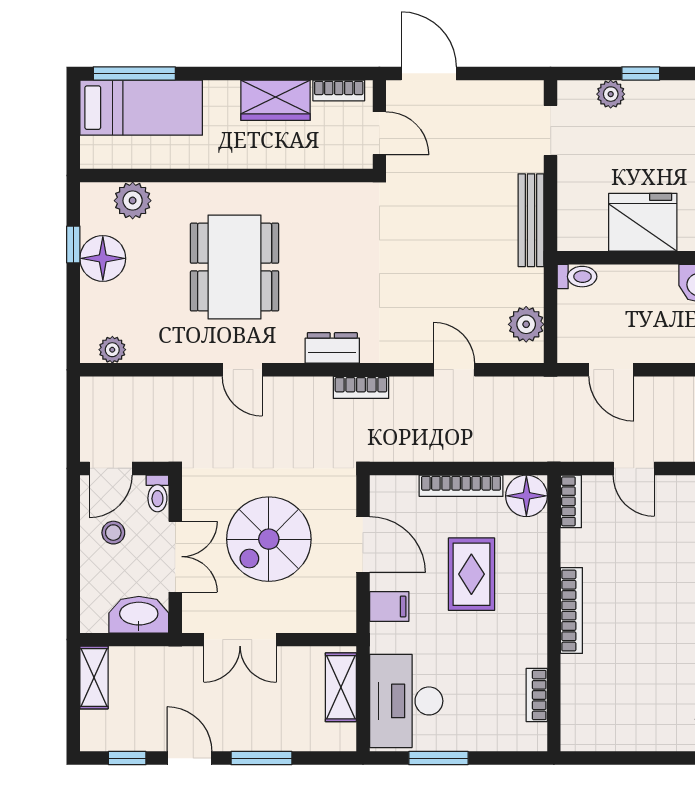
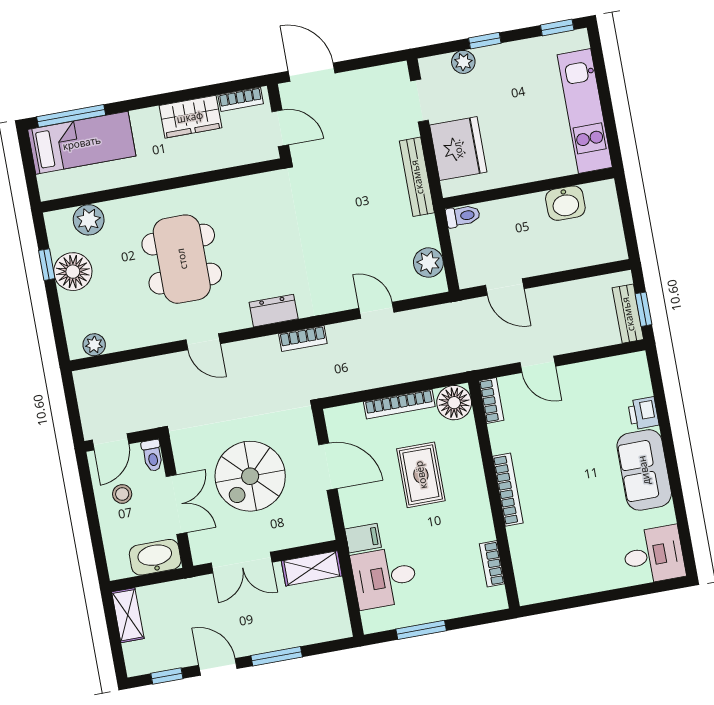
fridge: (643, 222) -> (458, 149), moved, turned 90
filing cabinet: (389, 606) -> (363, 538), moved
shelving: (341, 687) -> (312, 568), moved, turned 90
desk: (406, 701) -> (384, 578), width x0.73

